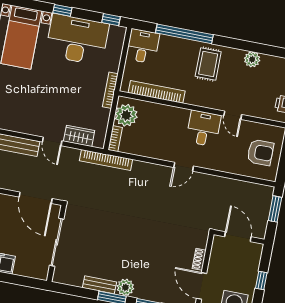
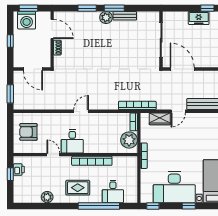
desk: (143, 46) -> (113, 191), moved
rug: (208, 64) -> (78, 188), turned 90
bookcase: (157, 92) -> (92, 161), moved
door: (52, 141) -> (178, 111), swing flipped

